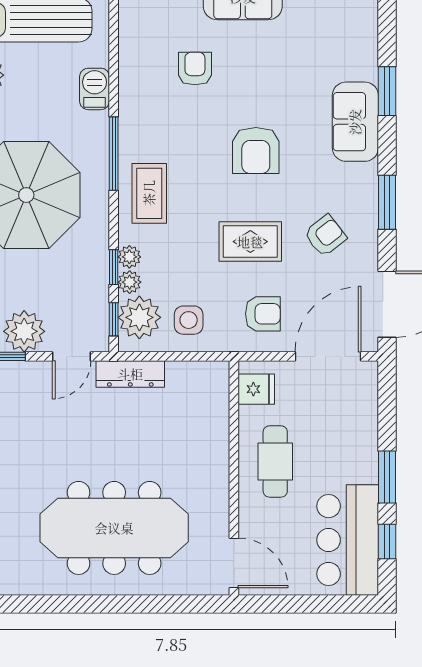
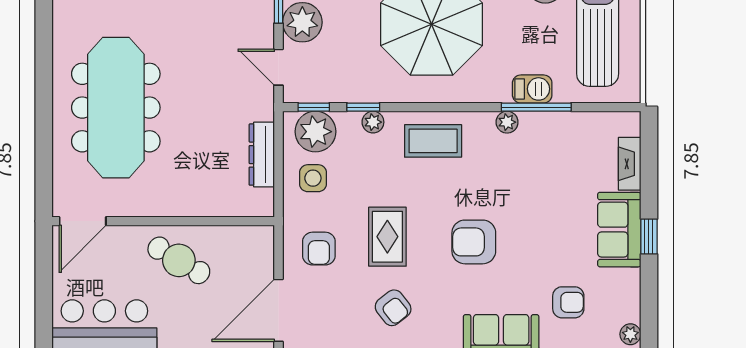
armchair: (195, 69) -> (568, 302), moved
window: (114, 154) -> (536, 107), moved
plant: (130, 282) -> (507, 122), moved
door: (328, 356) -> (279, 310), swing flipped
dresser: (130, 374) -> (262, 155), moved
fridge: (256, 389) -> (247, 242), removed
cafe table: (275, 461) -> (179, 260), turned 31

